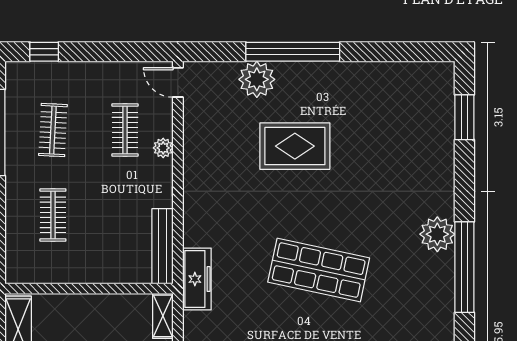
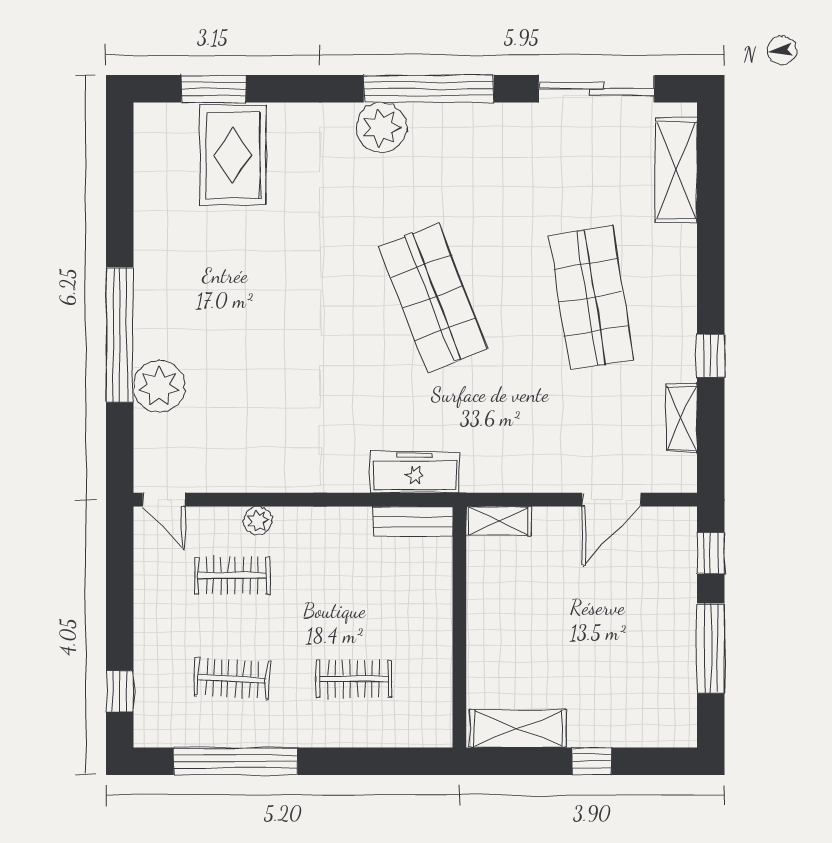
door: (178, 82) -> (164, 500), hinge flipped
rug: (295, 146) -> (233, 155), moved
bench: (163, 246) -> (413, 522), width x0.73
shop shelf: (319, 270) -> (433, 298), turned -33
freezer: (197, 279) -> (415, 472), moved

